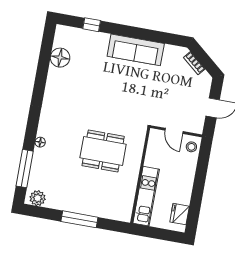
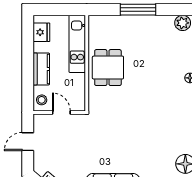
dining table: (103, 151) -> (108, 68), moved, width x0.73
kitchen counter: (186, 178) -> (41, 69), added

